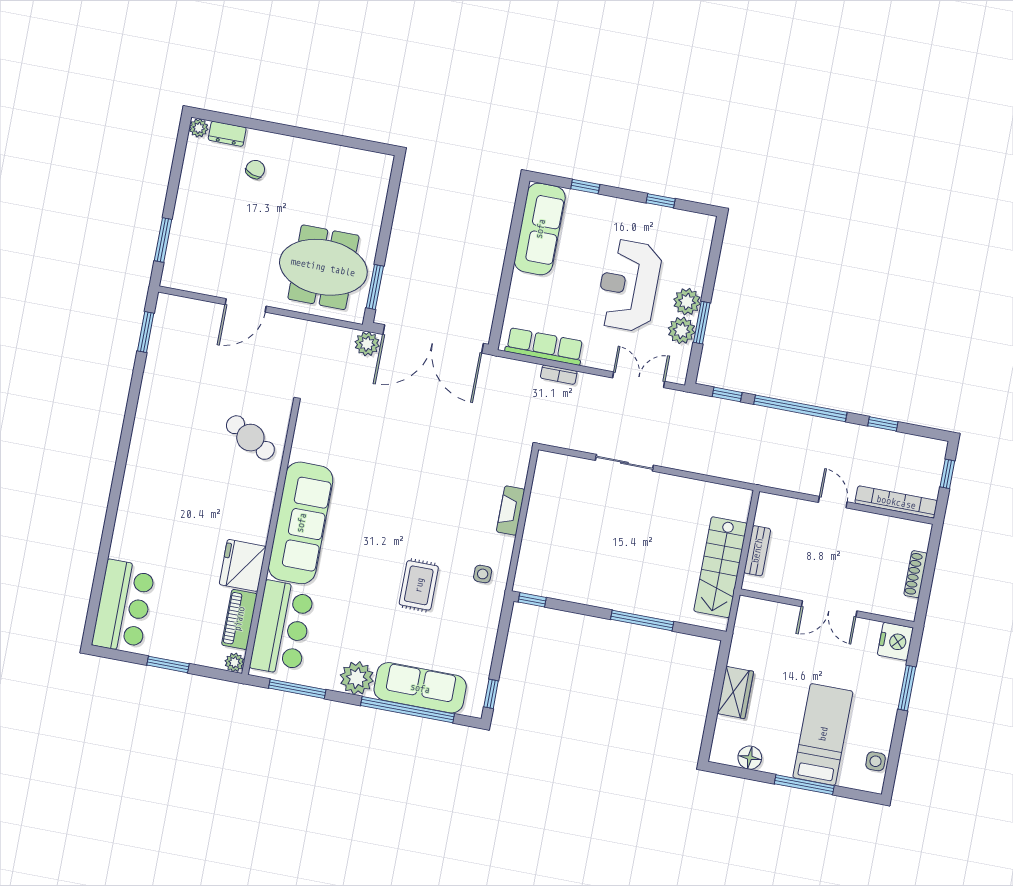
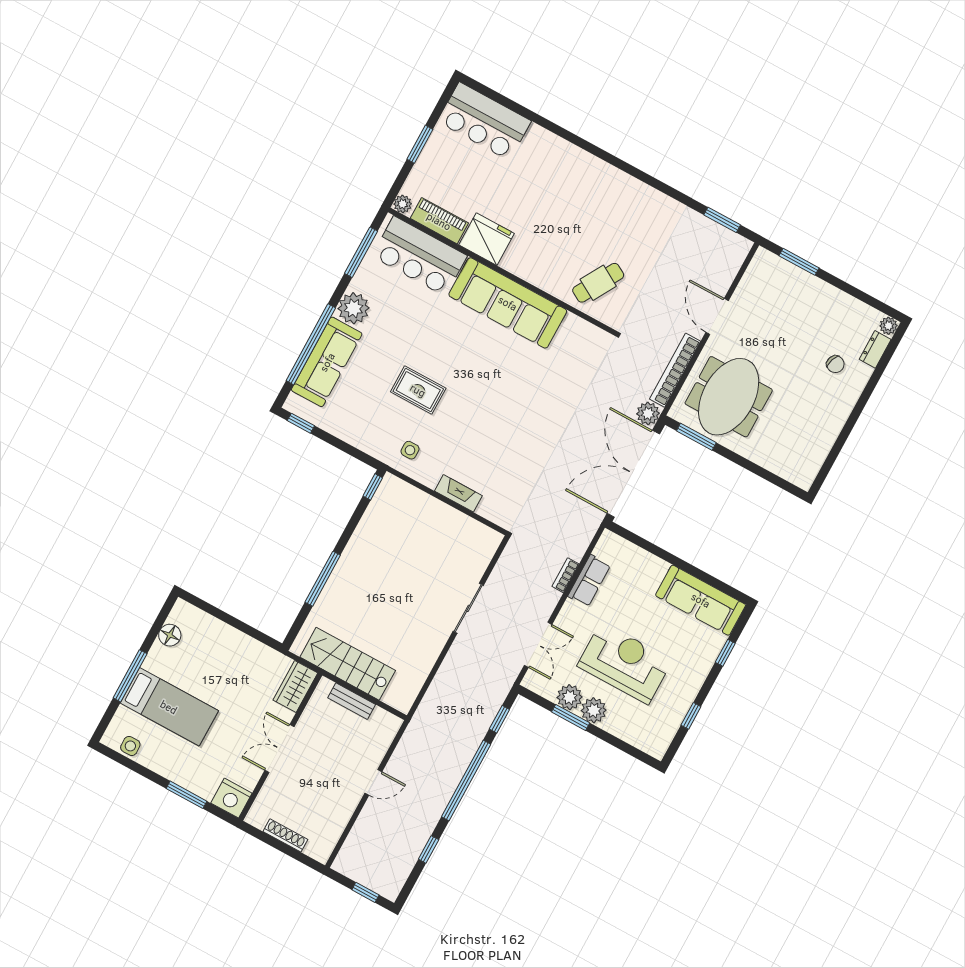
row of seats: (544, 346) -> (589, 581), width x0.68
bookcase: (896, 502) -> (675, 370), moved, turned 180
wardrobe: (735, 692) -> (295, 686), moved, turned 90

